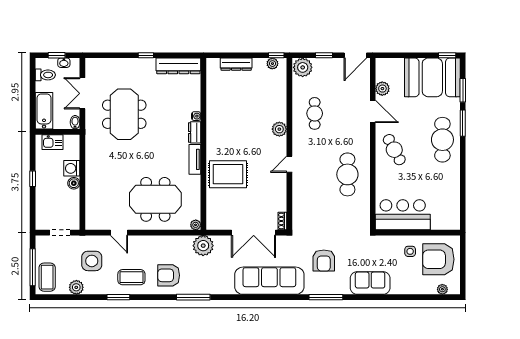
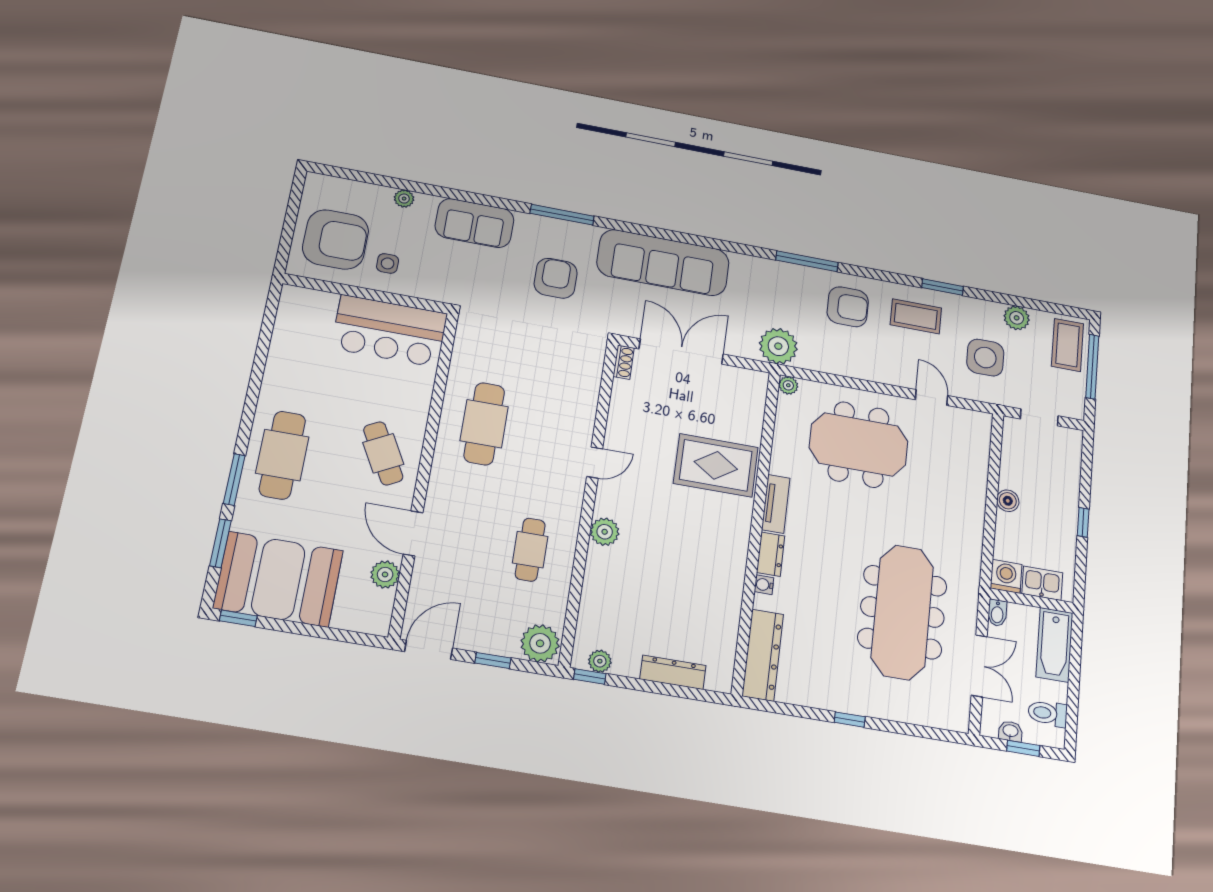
dresser: (178, 66) -> (763, 655), moved, turned 90
meeting table: (124, 114) -> (902, 612), width x1.36
washing machine: (72, 168) -> (1006, 576), moved, turned -90
plant: (442, 289) -> (404, 199), moved

